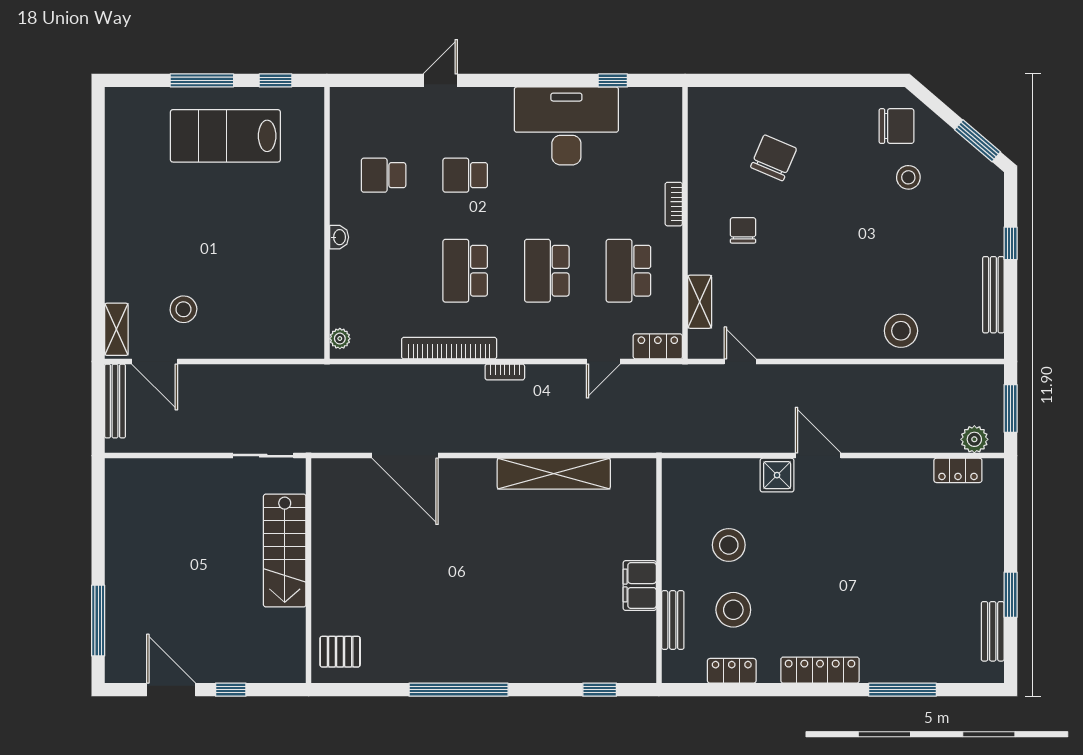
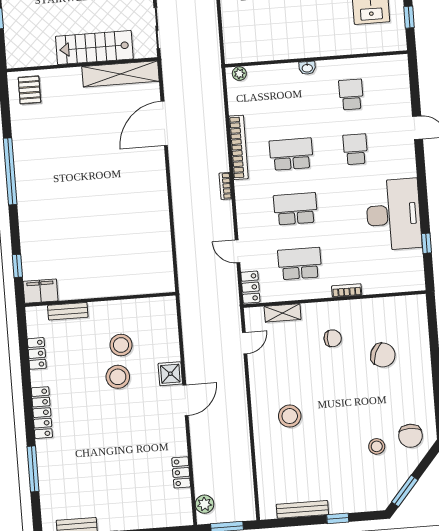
stool: (901, 331) -> (290, 416), moved
locker: (958, 470) -> (181, 472), moved
shelving: (554, 474) -> (120, 74), moved, turned 90
filing cabinet: (640, 586) -> (41, 291), moved
stool: (733, 610) -> (118, 377), moved

